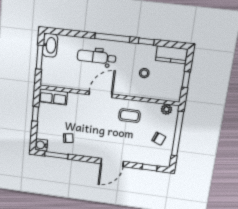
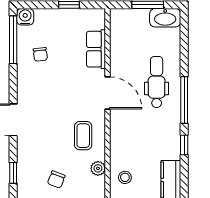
stool: (144, 73) -> (125, 177), moved
row of seats: (53, 97) -> (96, 49), moved
plant: (166, 109) -> (98, 168), moved
window: (56, 155) -> (13, 40), width x1.44

